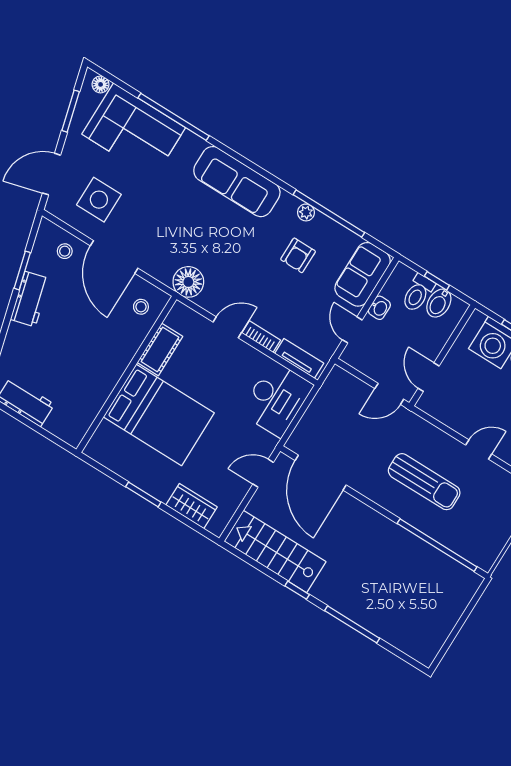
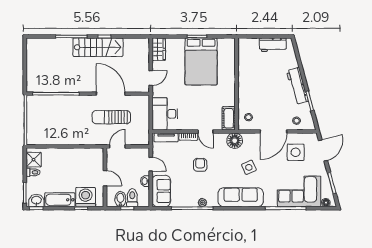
side table: (192, 223) -> (249, 167), added
armchair: (298, 255) -> (200, 165), moved
door: (114, 257) -> (274, 131), swing flipped
workbench: (30, 299) -> (297, 86), width x1.38
door: (227, 327) -> (206, 131), hinge flipped
cot: (160, 349) -> (229, 118), moved
door: (429, 377) -> (105, 178), moved
bed: (159, 415) -> (201, 61), moved, turned -90
door: (479, 449) -> (64, 146), removed
door: (321, 473) -> (111, 94), moved
sun lounger: (424, 482) -> (111, 117), moved
wardrobe: (191, 506) -> (159, 49), moved, turned -90
stairs: (275, 552) -> (98, 47), moved

